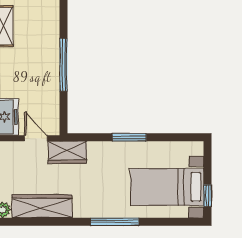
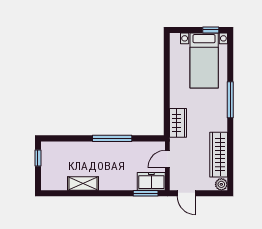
window: (129, 137) -> (167, 89), removed
wardrobe: (67, 152) -> (178, 123), moved

